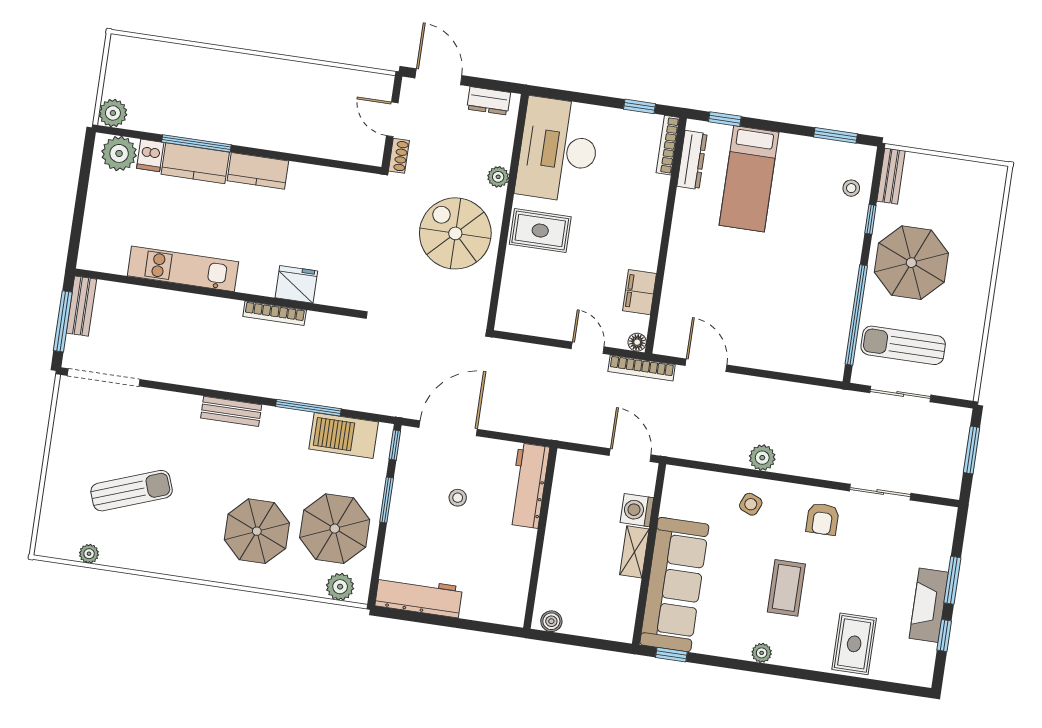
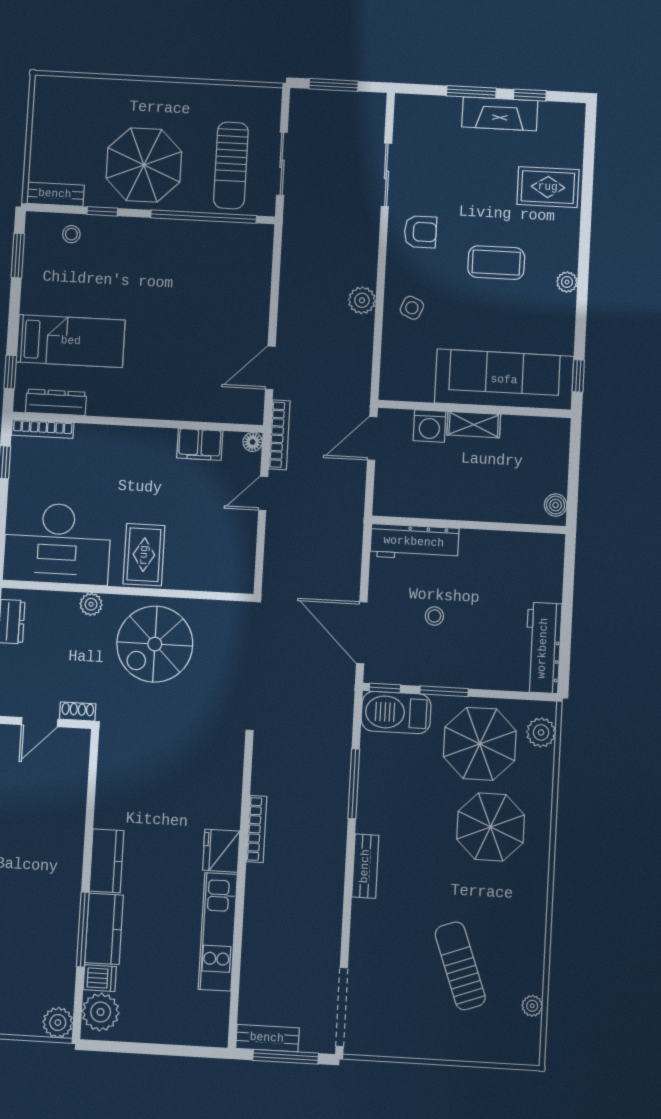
fridge: (296, 284) -> (221, 851), moved
barbecue: (344, 435) -> (396, 713), moved, turned 90

